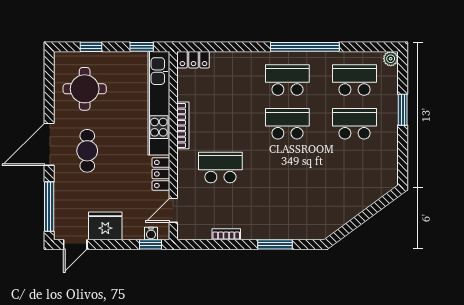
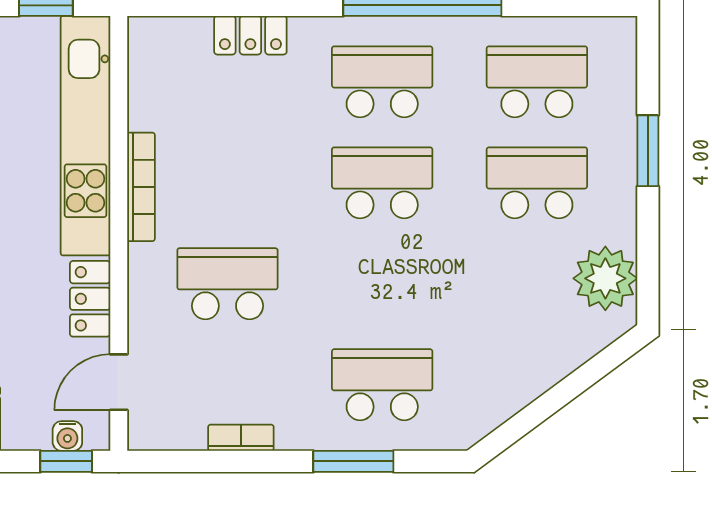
plant: (391, 59) -> (605, 278), moved, width x1.87, depth x1.87
locker: (193, 60) -> (250, 35), moved
school desk: (287, 211) -> (382, 385), added

